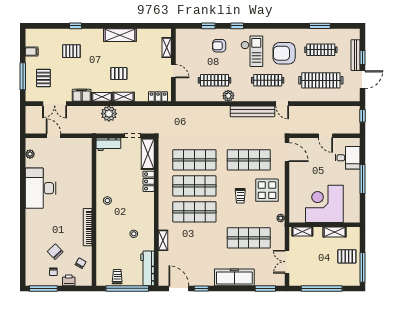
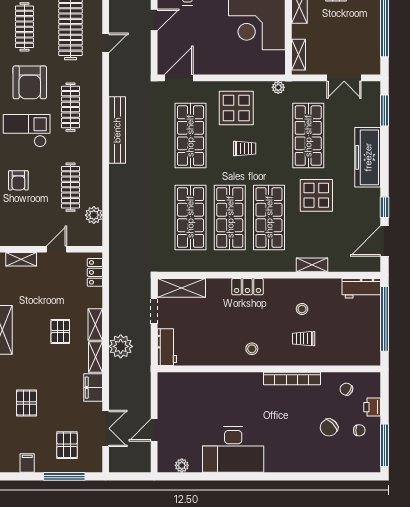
pallet: (43, 78) -> (67, 445), turned 90
plant: (228, 96) -> (94, 215), moved
door: (282, 104) -> (106, 43), moved
locker: (149, 181) -> (247, 287), moved
display table: (209, 243) -> (316, 195), added
workbench: (148, 268) -> (361, 288), width x0.73
trolley: (117, 277) -> (304, 339), moved

